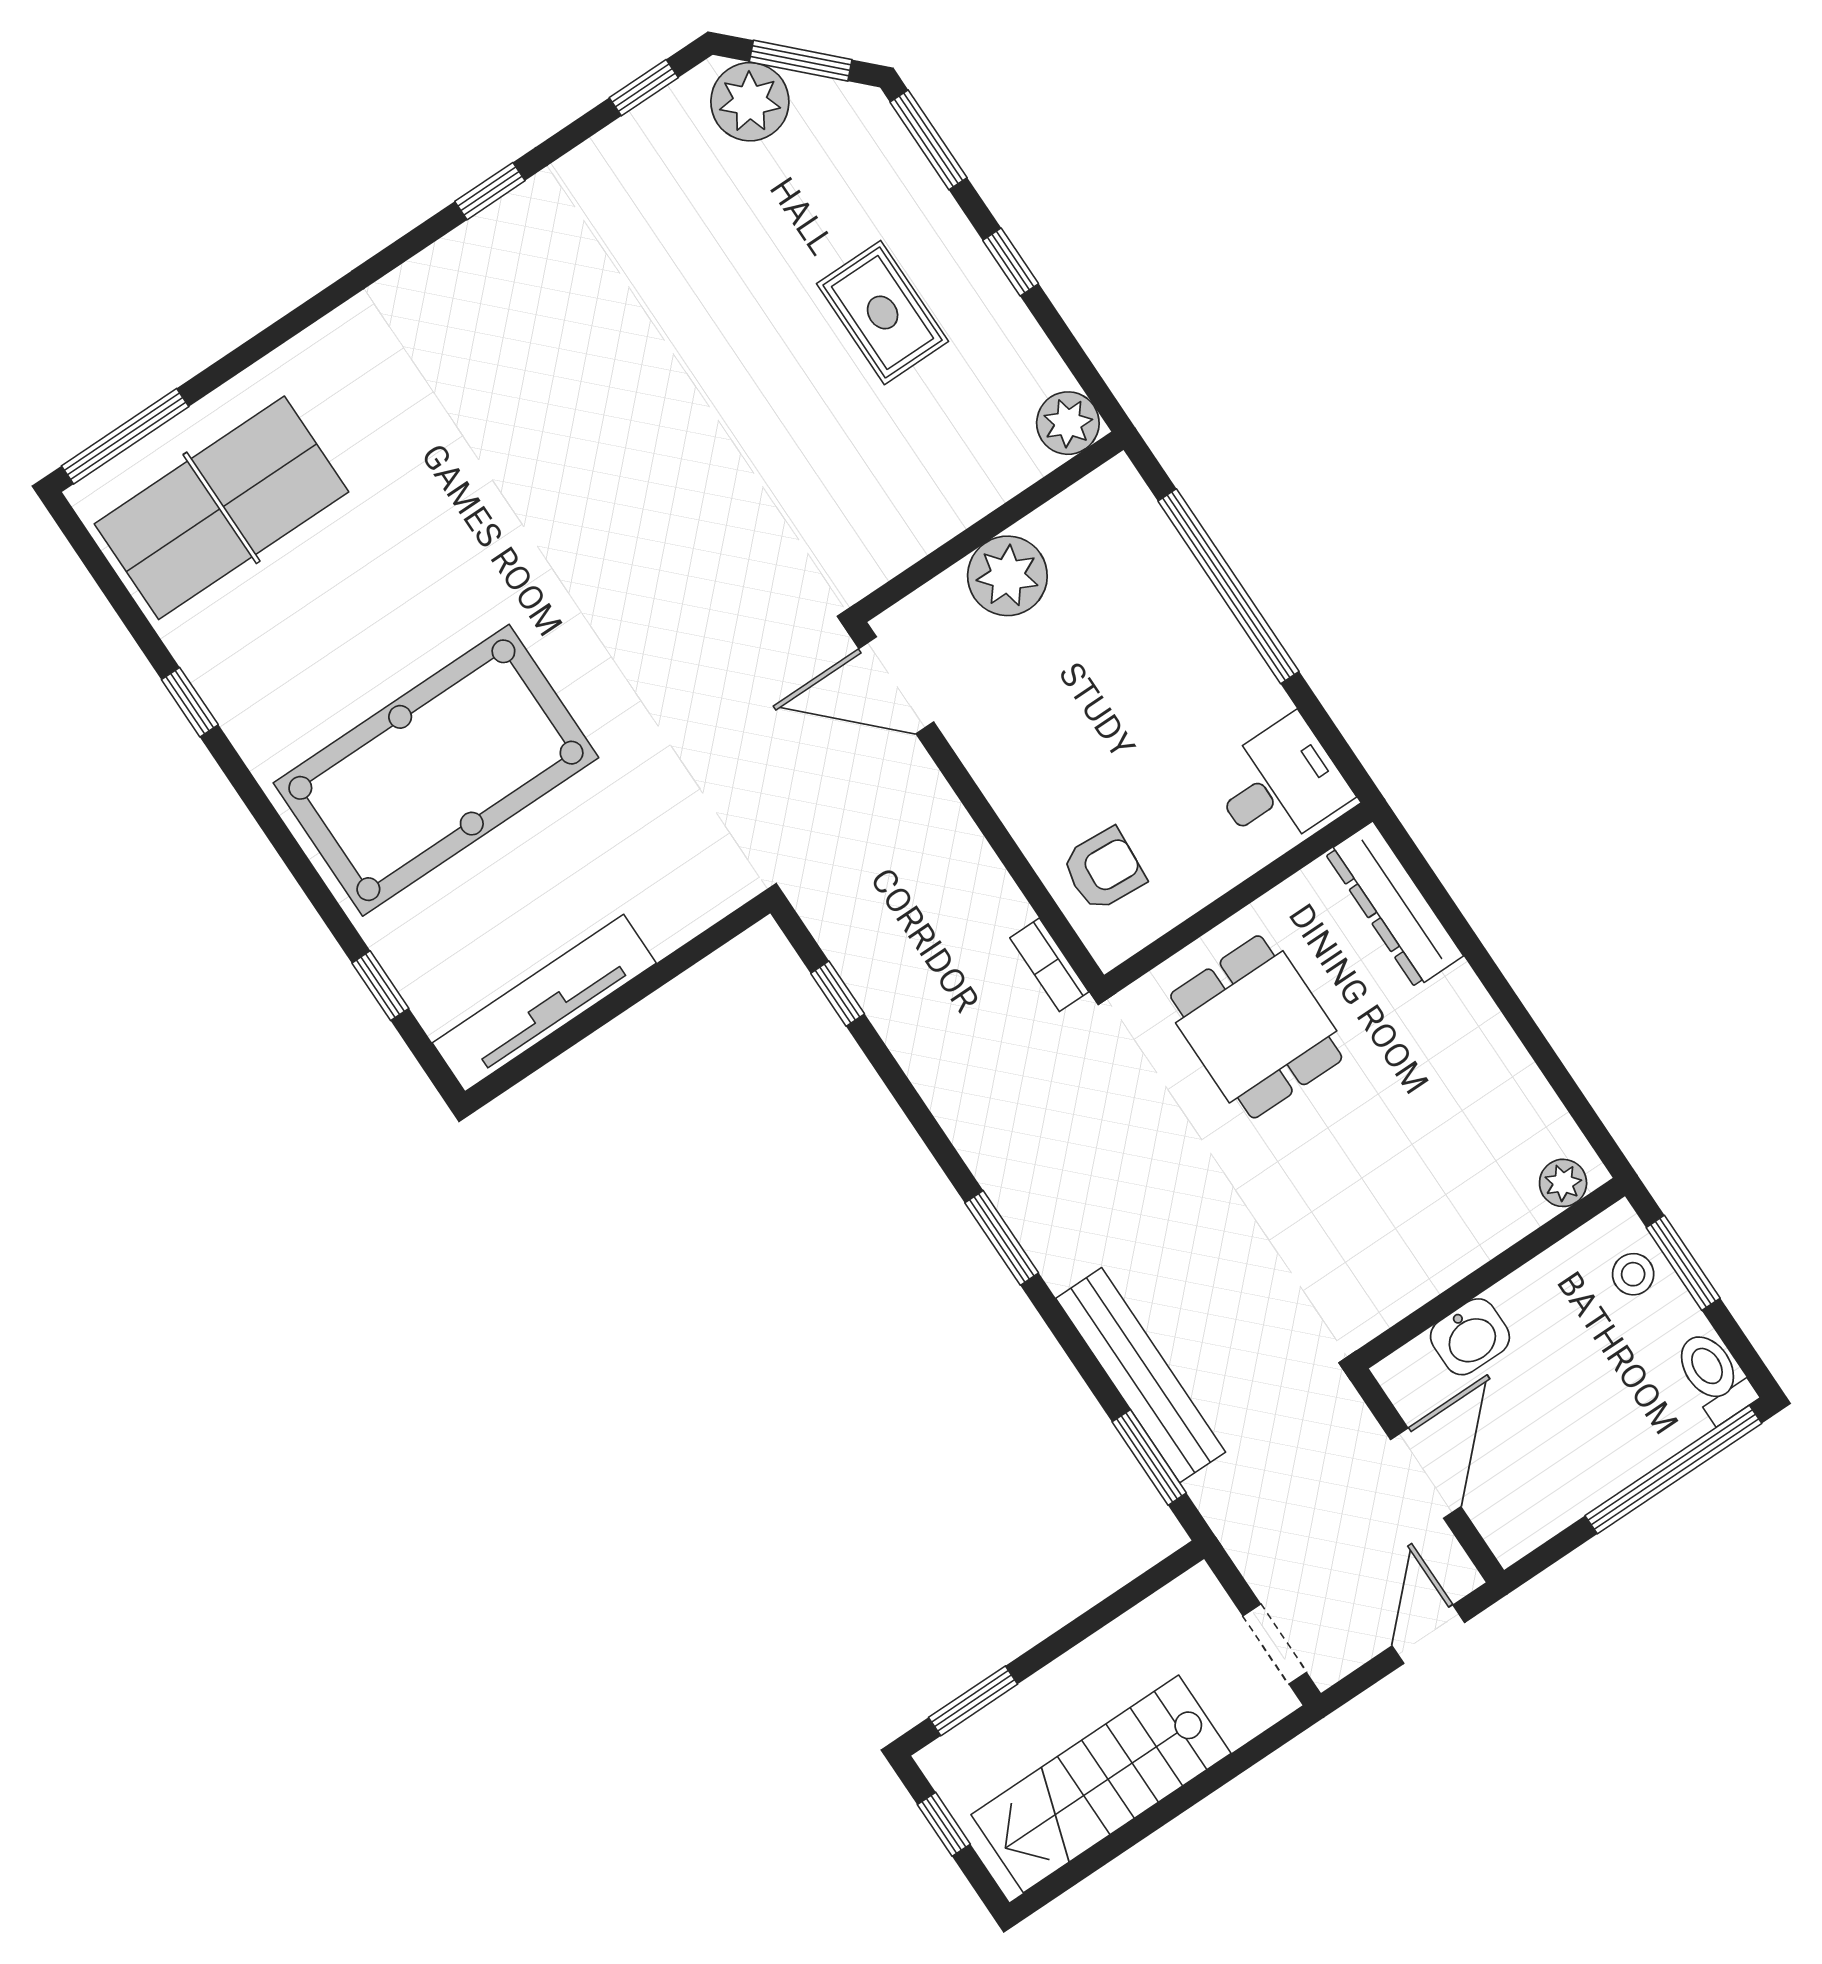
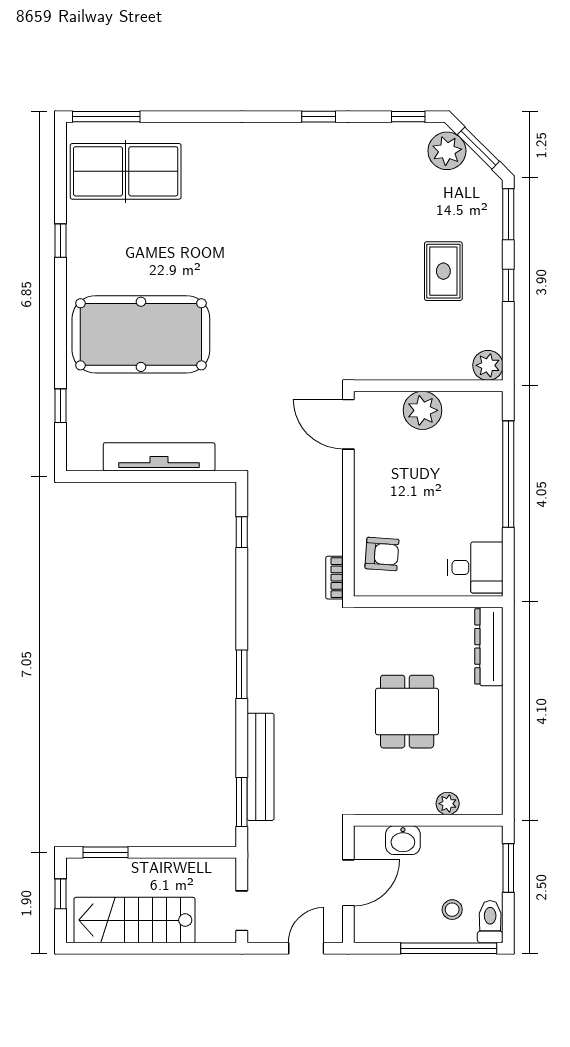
tv unit: (544, 1003) -> (159, 457), moved
dining table: (1256, 1027) -> (407, 712), moved
plant: (1563, 1183) -> (448, 804), moved
stool: (1633, 1274) -> (452, 910), moved

